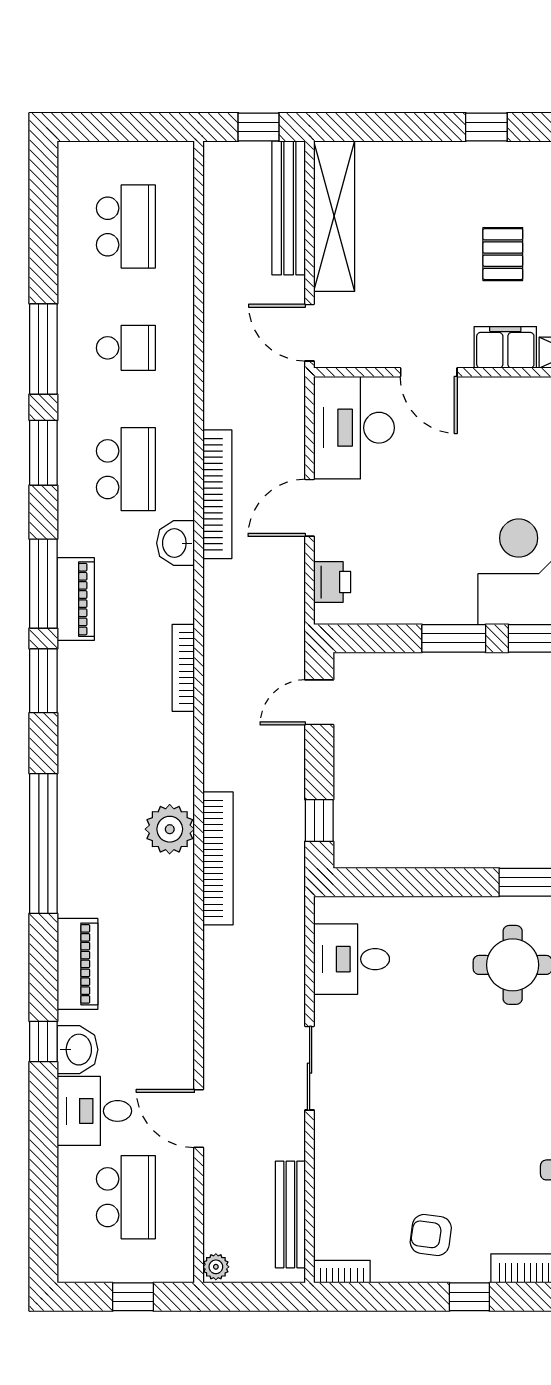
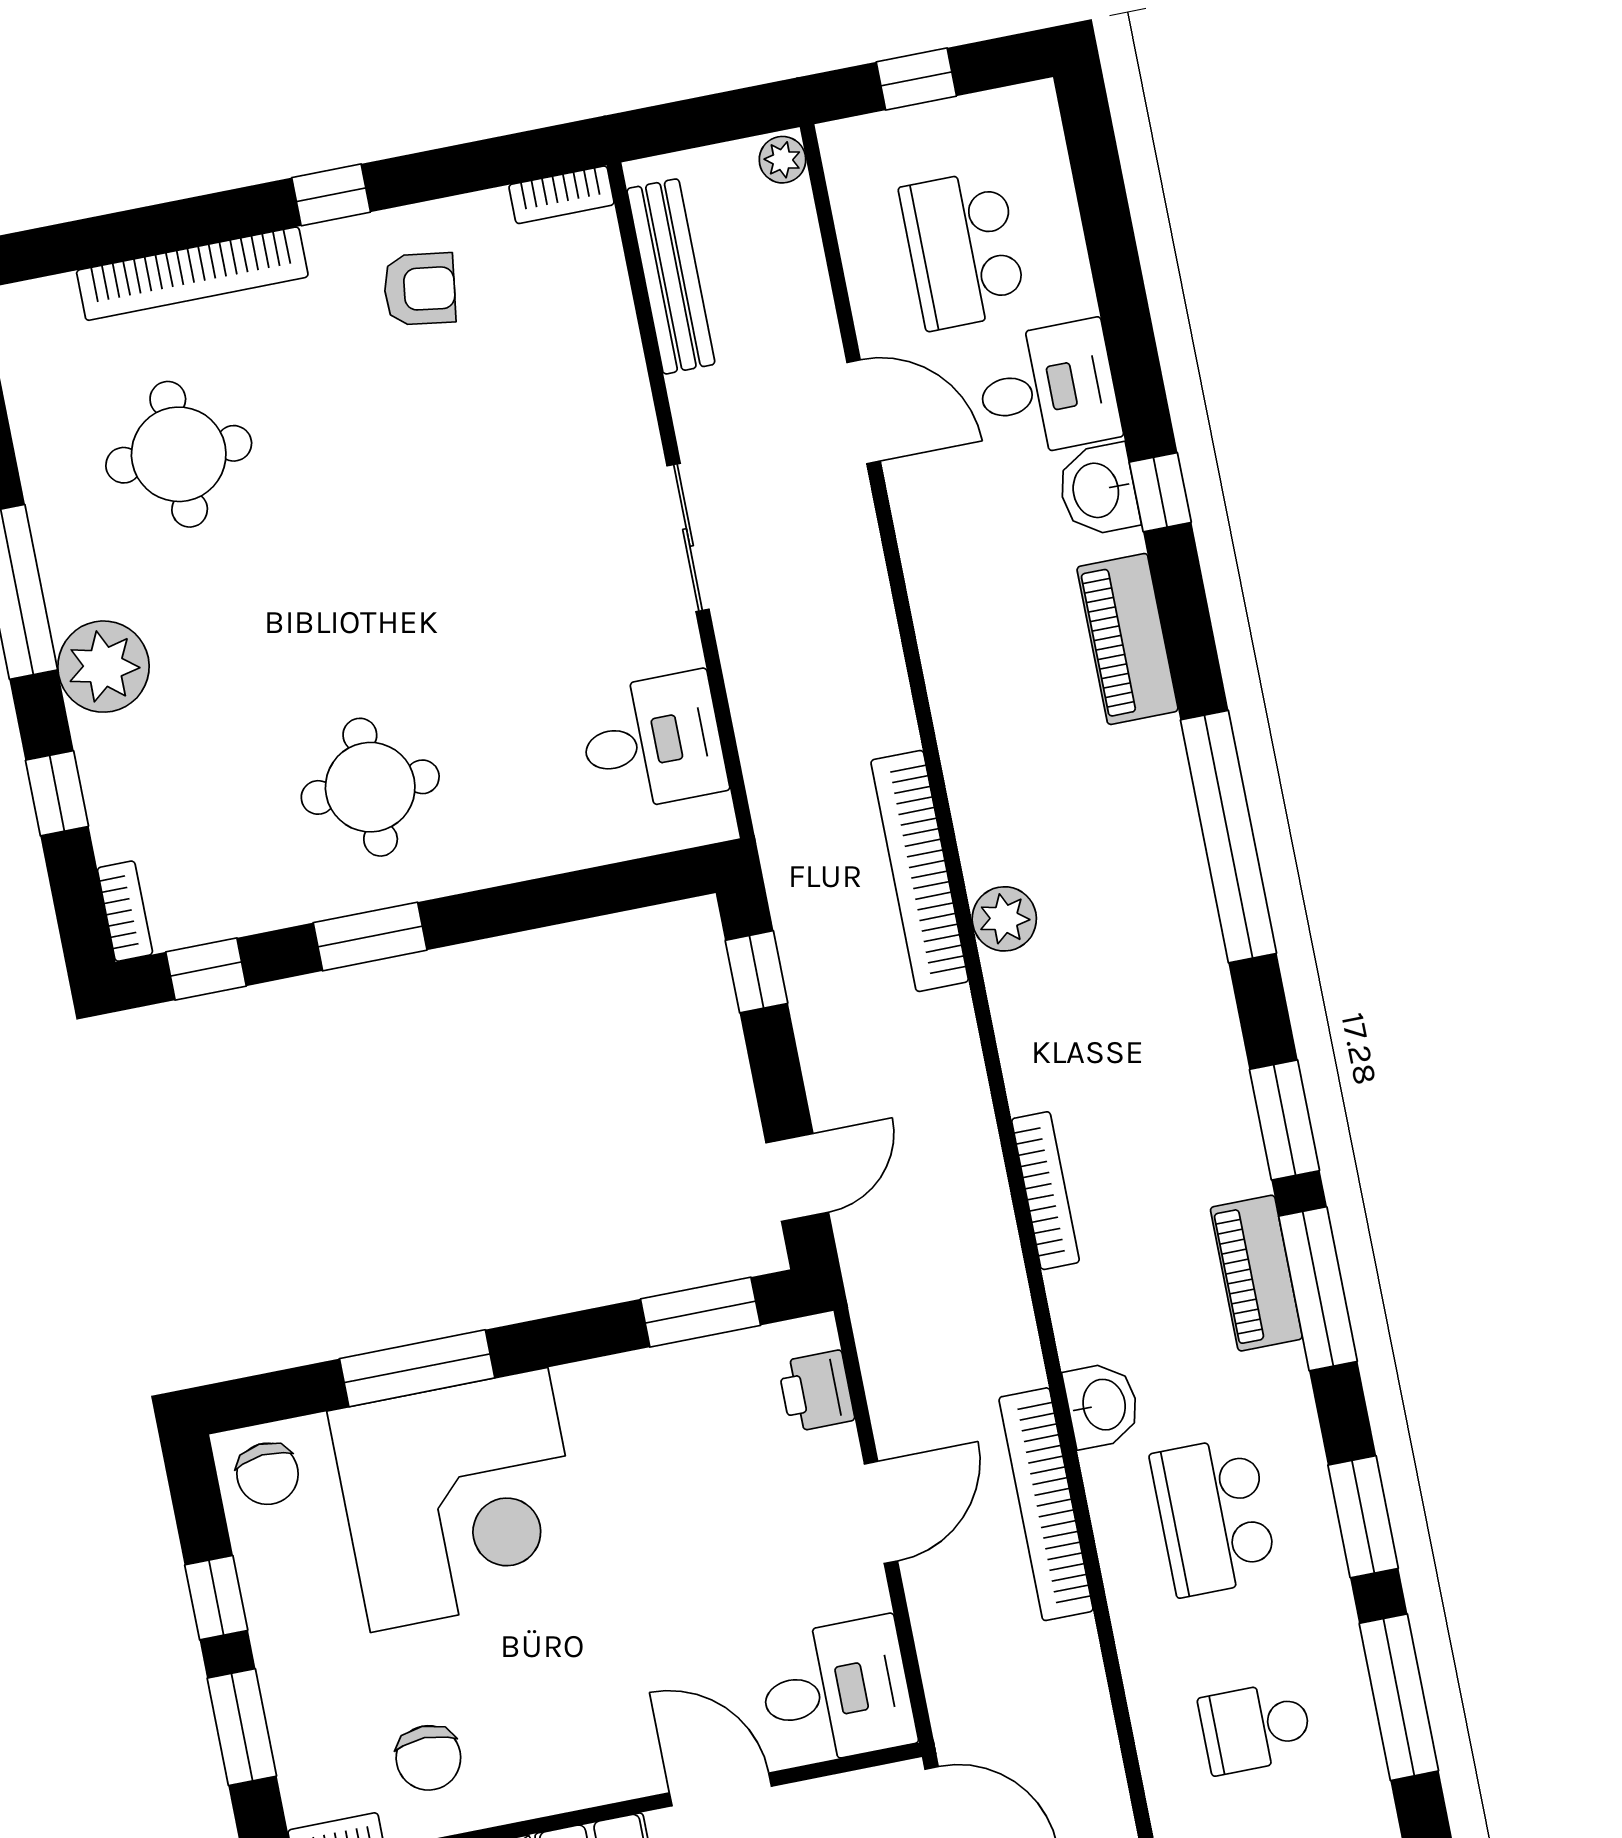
desk: (354, 428) -> (836, 1691), width x0.73
window: (454, 638) -> (700, 1312), moved
plant: (170, 829) -> (1004, 919), width x0.73, depth x0.73

